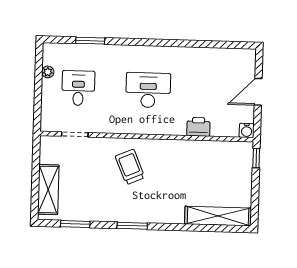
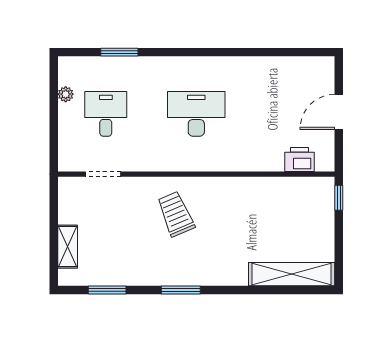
printer: (198, 127) -> (300, 160), moved
water cooler: (247, 130) -> (325, 162), removed
shelving: (48, 190) -> (68, 247), width x0.67, depth x0.75

